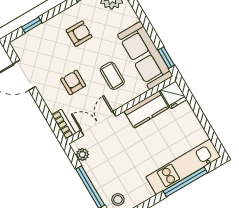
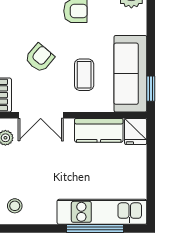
armchair: (73, 82) -> (40, 58), turned 40
double door: (98, 123) -> (41, 115), swing flipped

